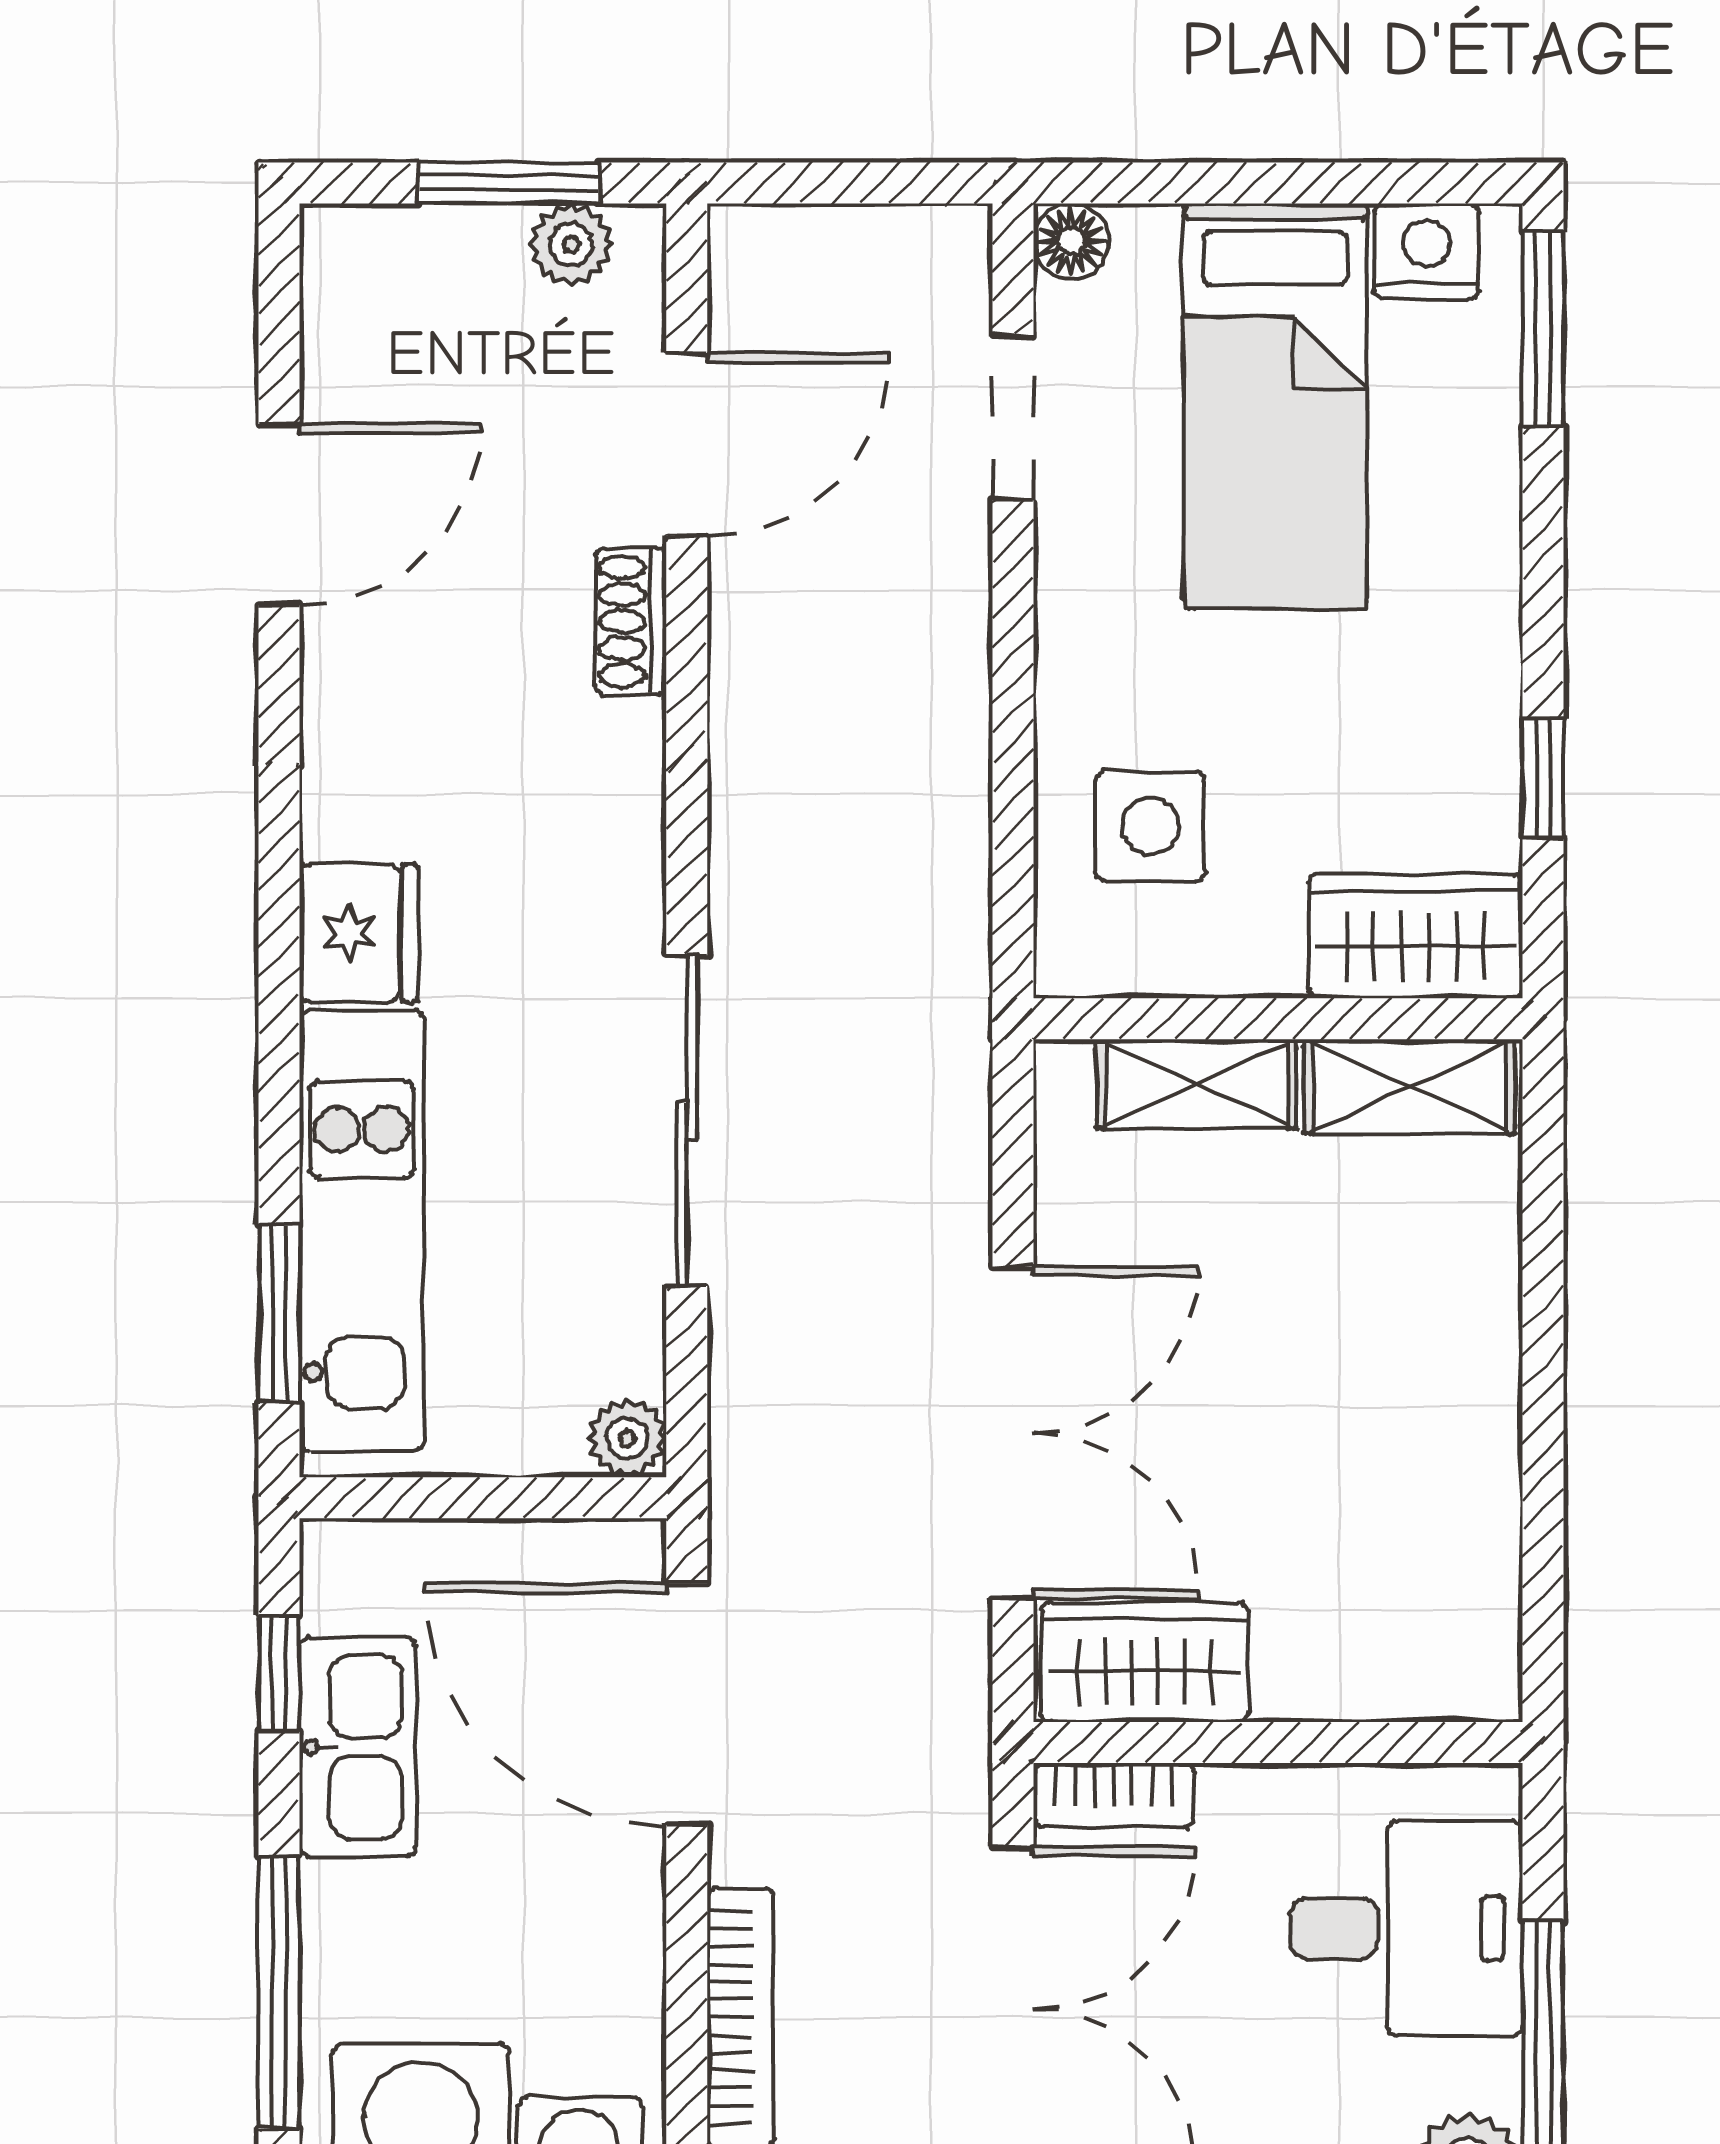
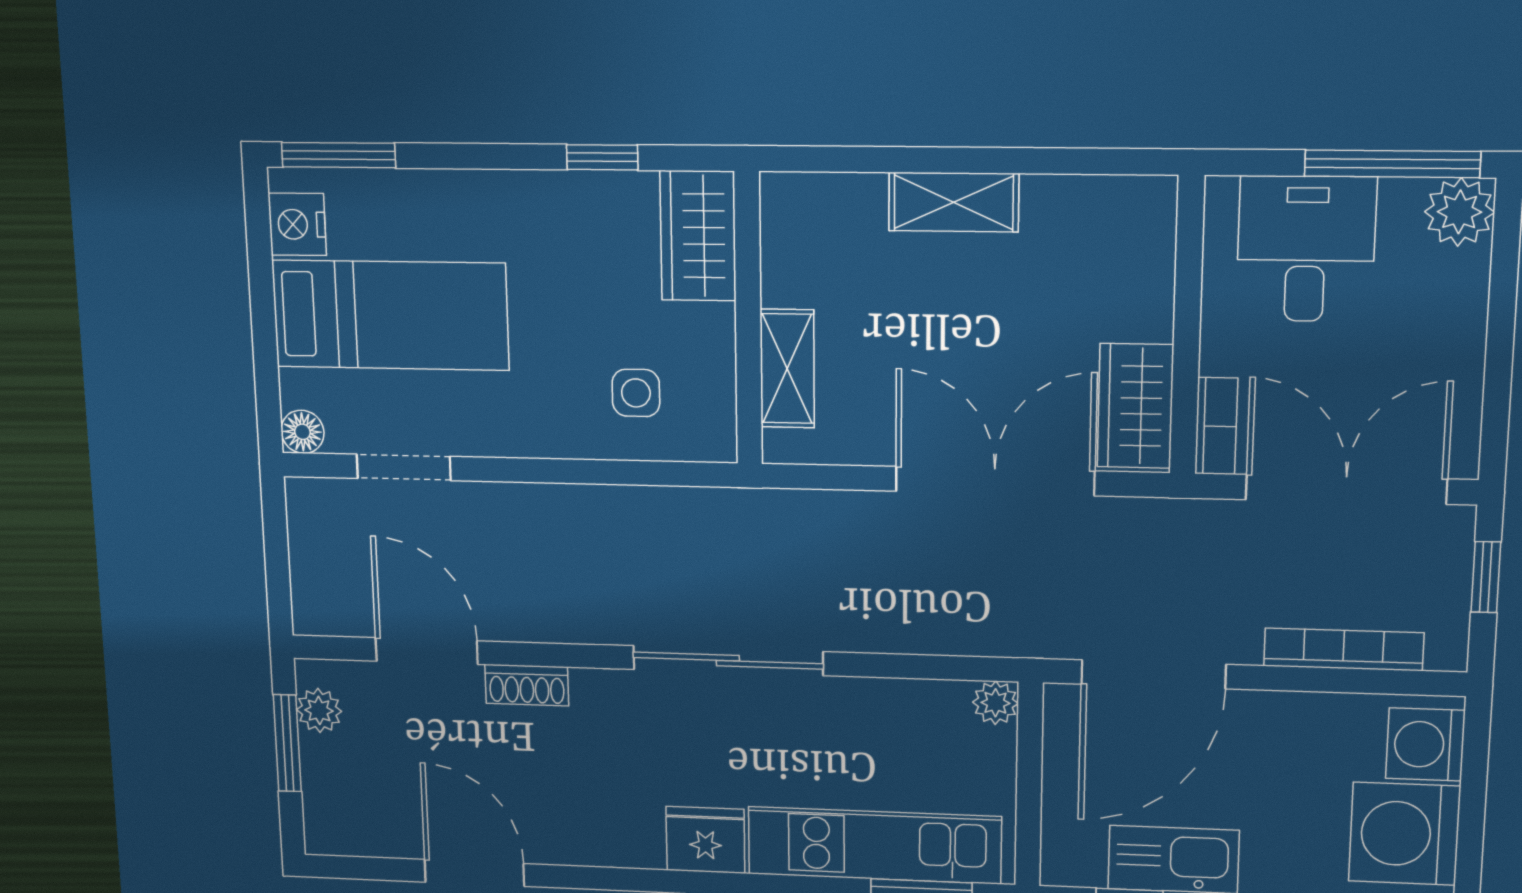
side table: (1150, 826) -> (636, 393), width x0.73, depth x0.73
shelving: (1409, 1087) -> (954, 202), moved, turned 90
sliding door: (687, 1121) -> (728, 661), moved

